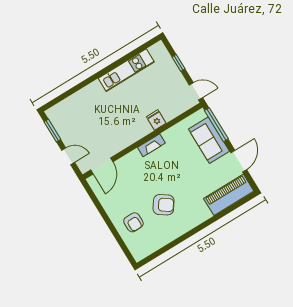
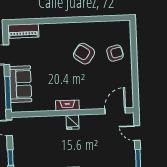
fridge: (156, 120) -> (72, 122), moved
piano: (229, 195) -> (23, 31), width x0.73, depth x0.75
armchair: (133, 222) -> (115, 53), turned 76

